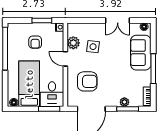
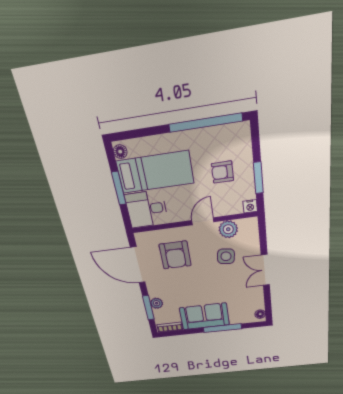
double door: (118, 21) -> (265, 270), moved
sofa: (141, 53) -> (204, 316), moved
window: (153, 69) -> (222, 328), moved
window: (49, 109) -> (119, 188), moved

